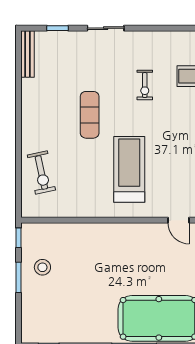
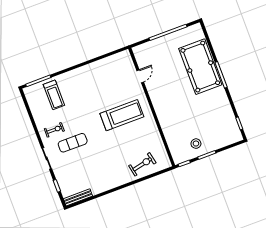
exercise bike: (145, 85) -> (54, 130), moved
exercise mat: (90, 115) -> (73, 143), moved
treadmill: (129, 169) -> (122, 115), turned 180

